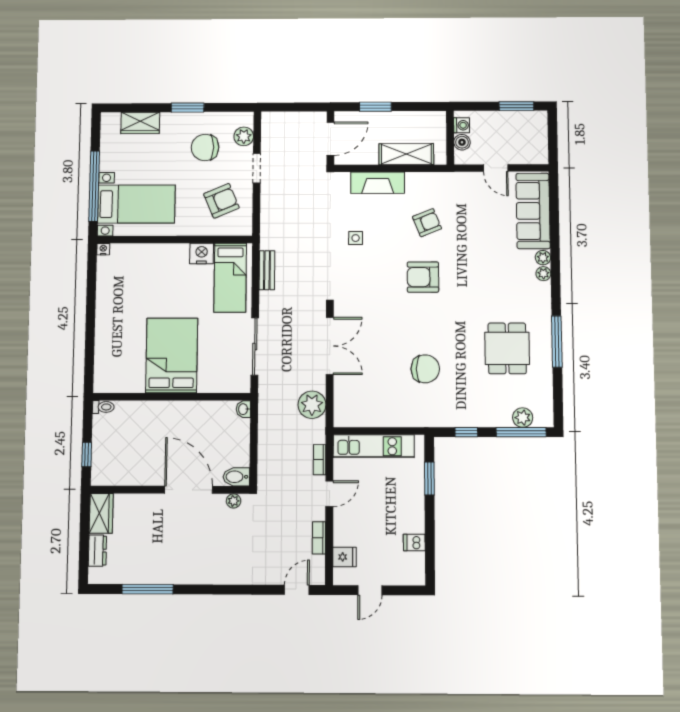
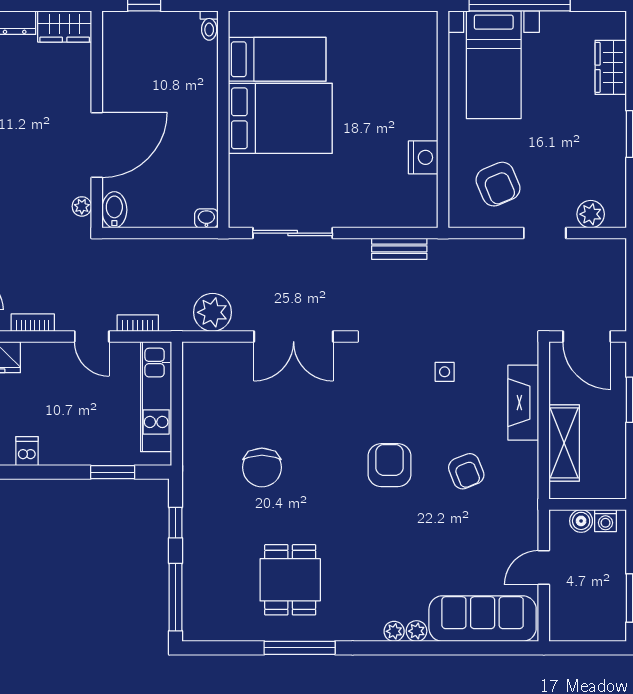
chair: (205, 147) -> (575, 160), removed
nightstand: (103, 249) -> (430, 20), removed
bed: (230, 278) -> (277, 59), moved, turned 180
dining table: (507, 348) -> (290, 580), turned 90
plant: (523, 418) -> (195, 600), removed

